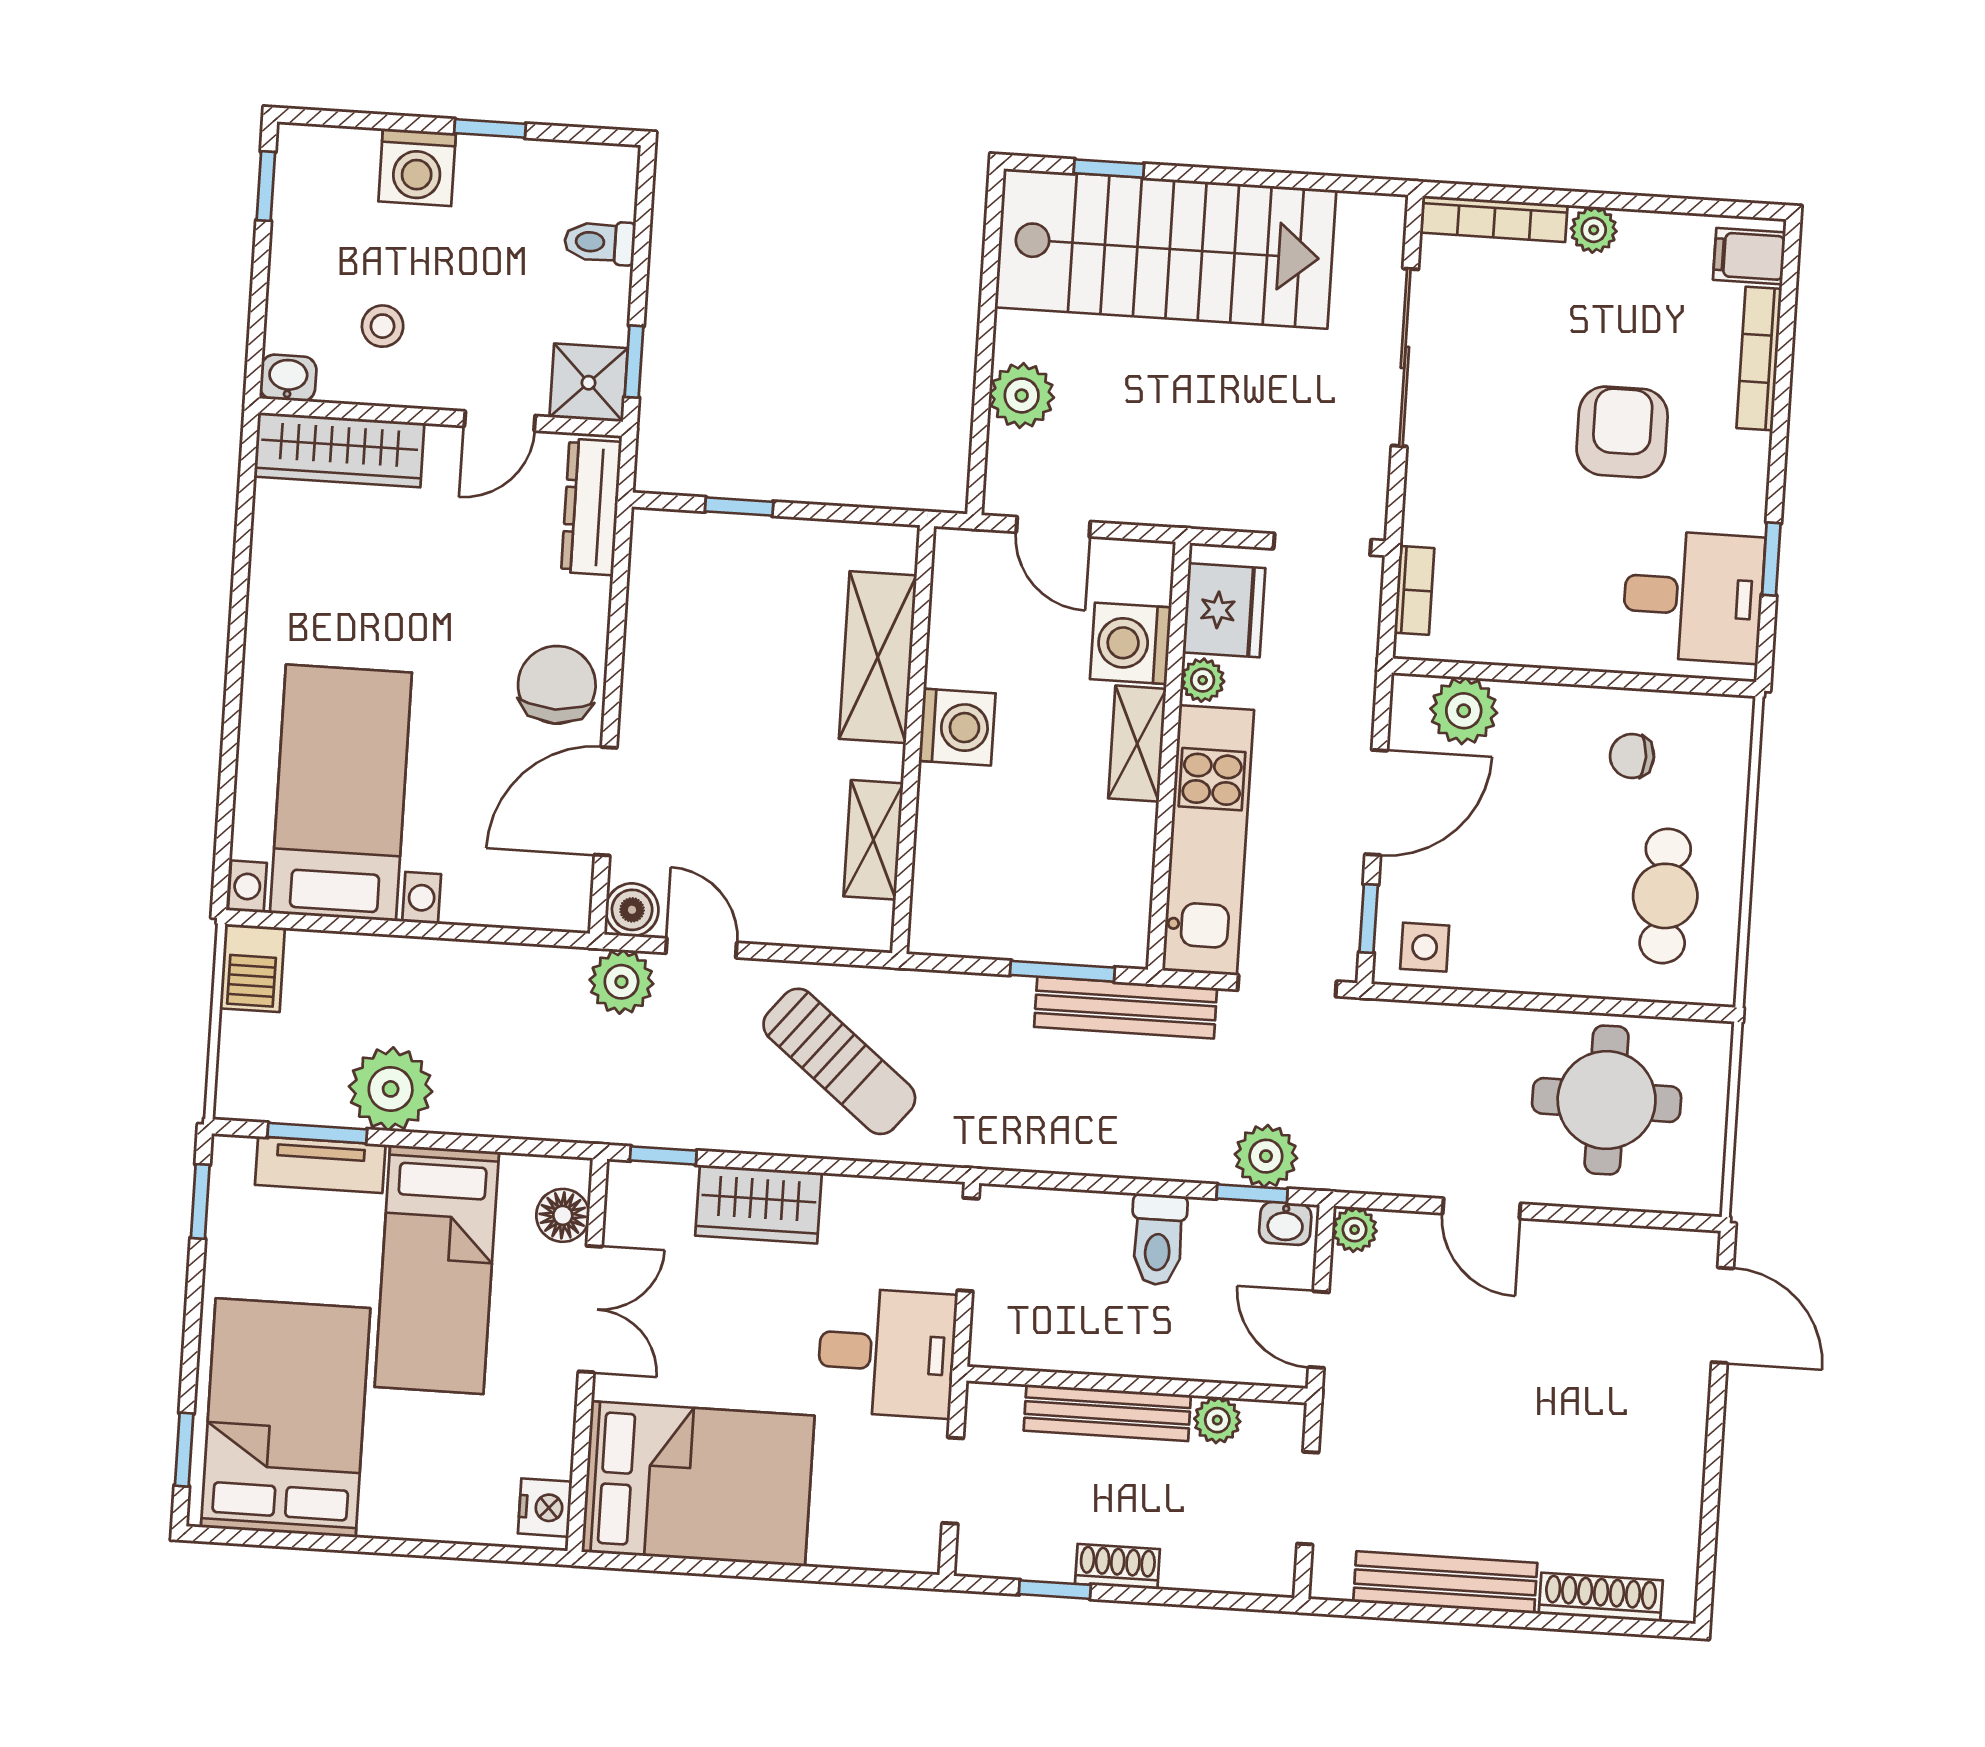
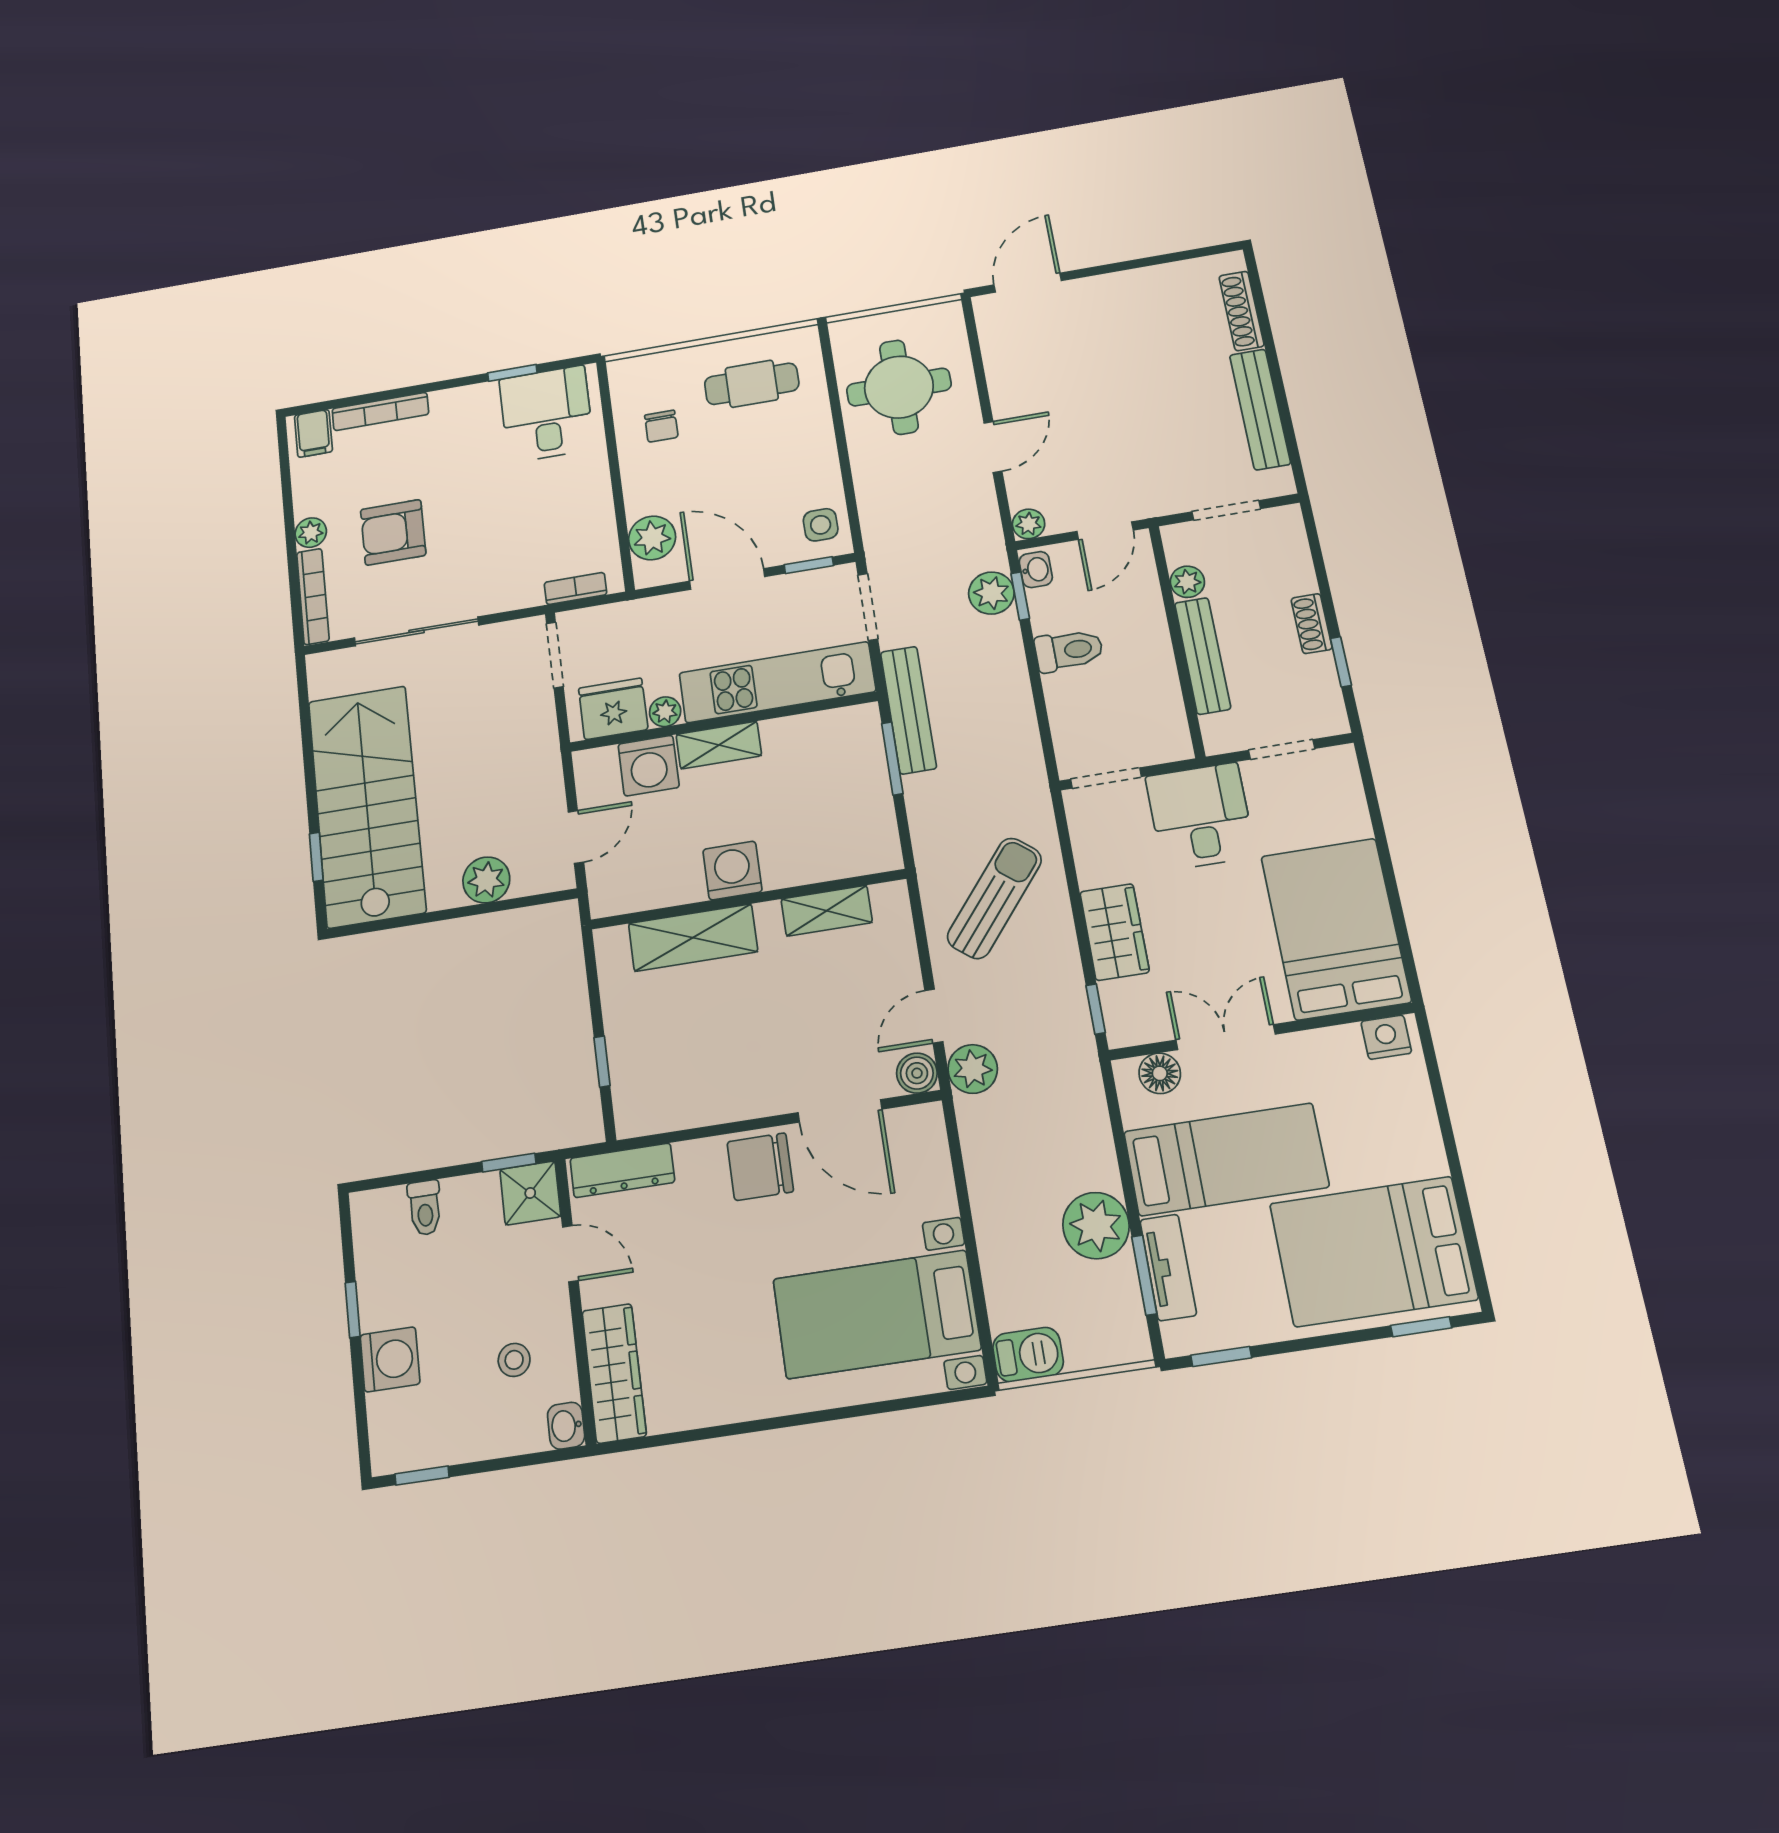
armchair: (1622, 432) -> (393, 532), moved

